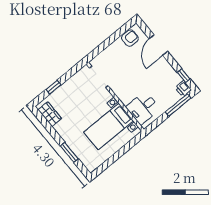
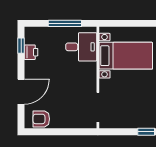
printer: (183, 89) -> (31, 52), moved
window: (178, 105) -> (65, 23), moved

